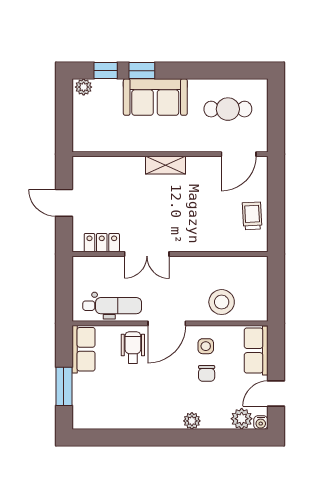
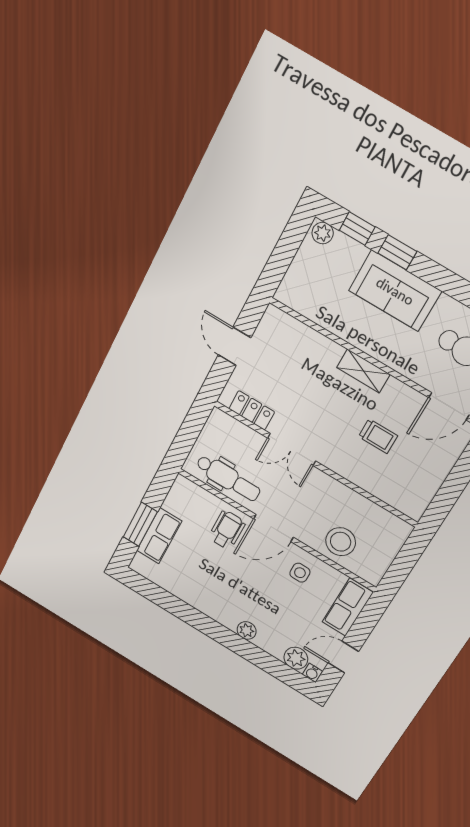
trolley: (252, 216) -> (378, 436), moved, turned 93
row of seats: (84, 349) -> (159, 536), moved
chair: (207, 373) -> (286, 598), removed

